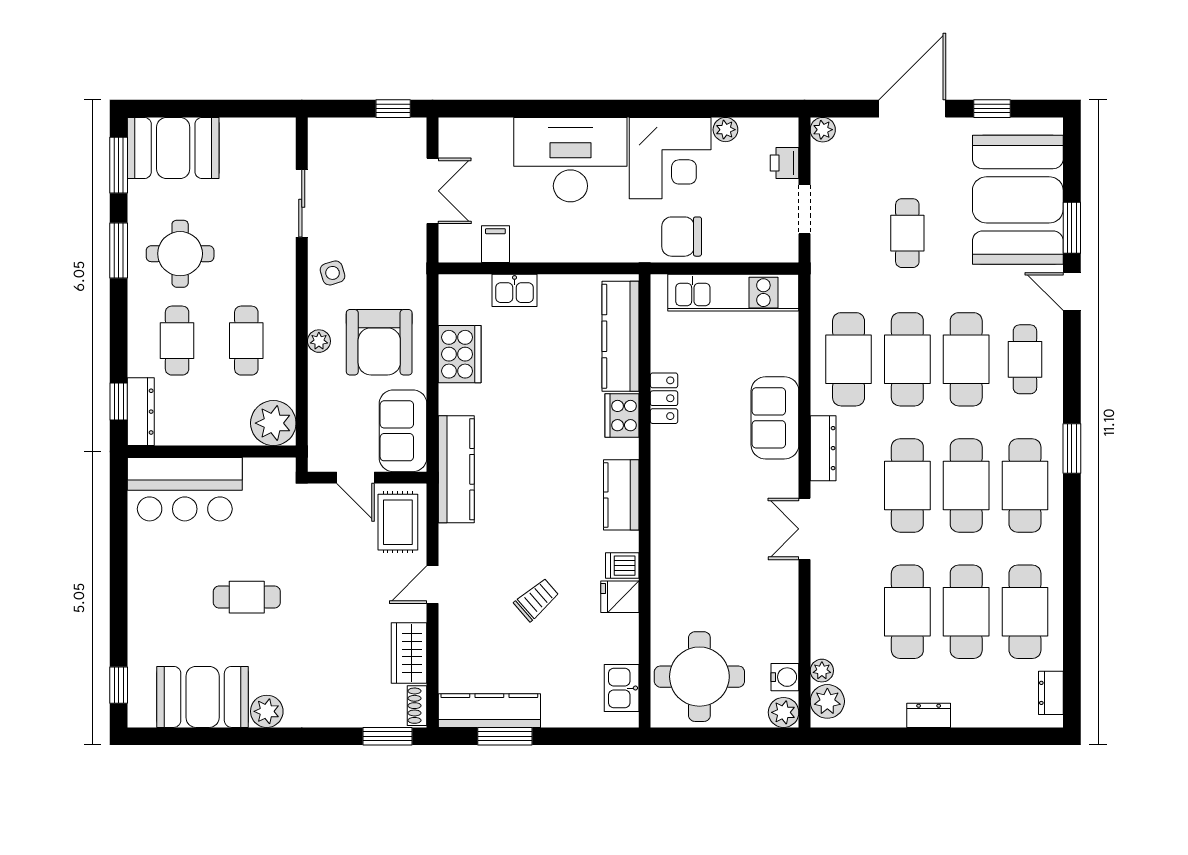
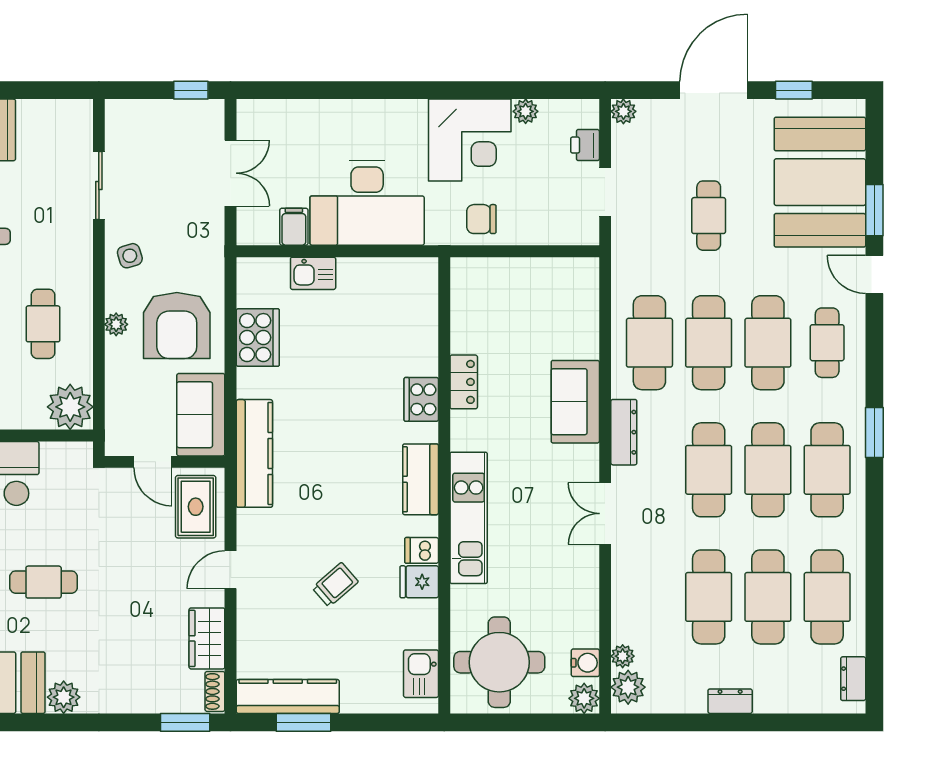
desk: (570, 160) -> (367, 203), moved, turned 180
chair: (682, 237) -> (481, 219), width x0.73, depth x0.73
kitchen unit: (733, 293) -> (469, 518), moved, turned -90
kitchen counter: (621, 336) -> (420, 320), removed

